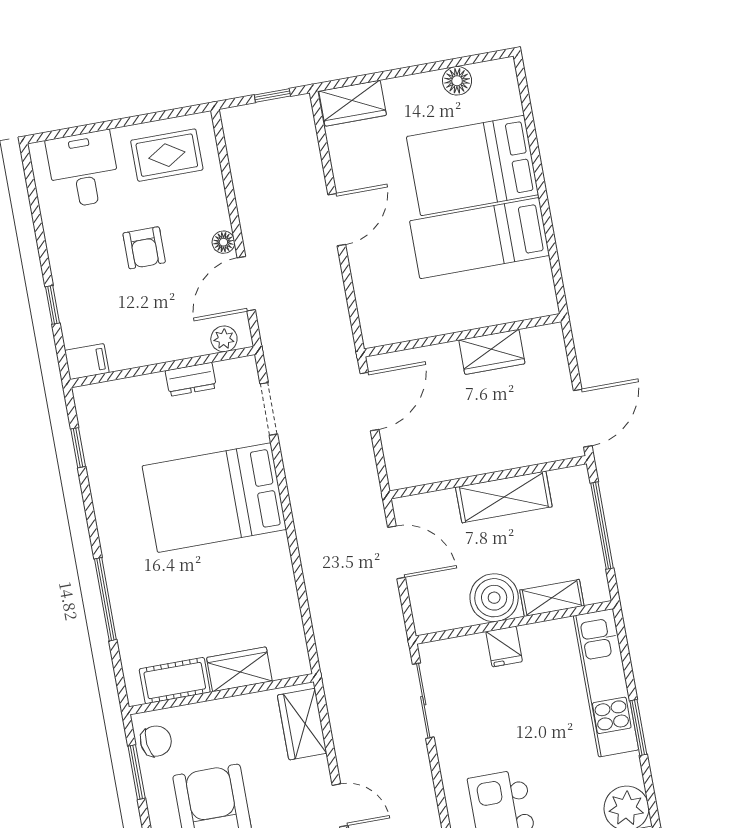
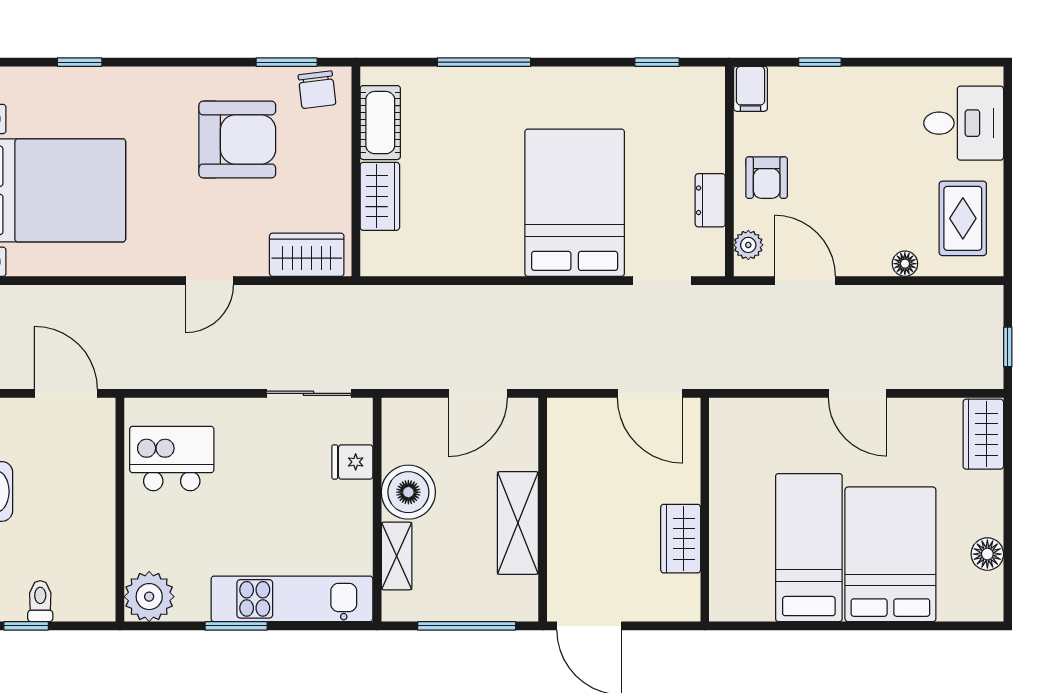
floor lamp: (223, 242) -> (905, 264), moved
armchair: (144, 248) -> (767, 178), moved, turned -90
fridge: (504, 647) -> (352, 462), moved

